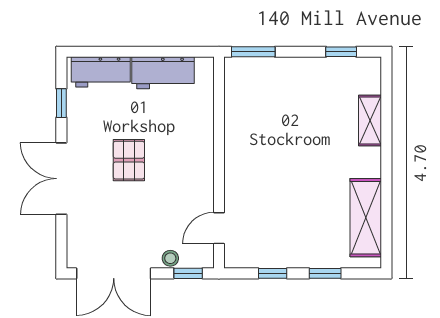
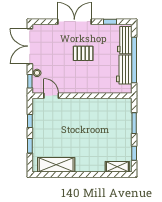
window: (143, 52) -> (134, 60), added
window: (253, 52) -> (134, 123), moved
shelving: (370, 121) -> (117, 167), moved

